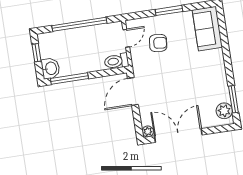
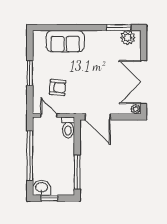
sofa: (207, 29) -> (65, 41), moved
armchair: (158, 43) -> (58, 87), turned 89
washbasin: (51, 68) -> (42, 188), moved

